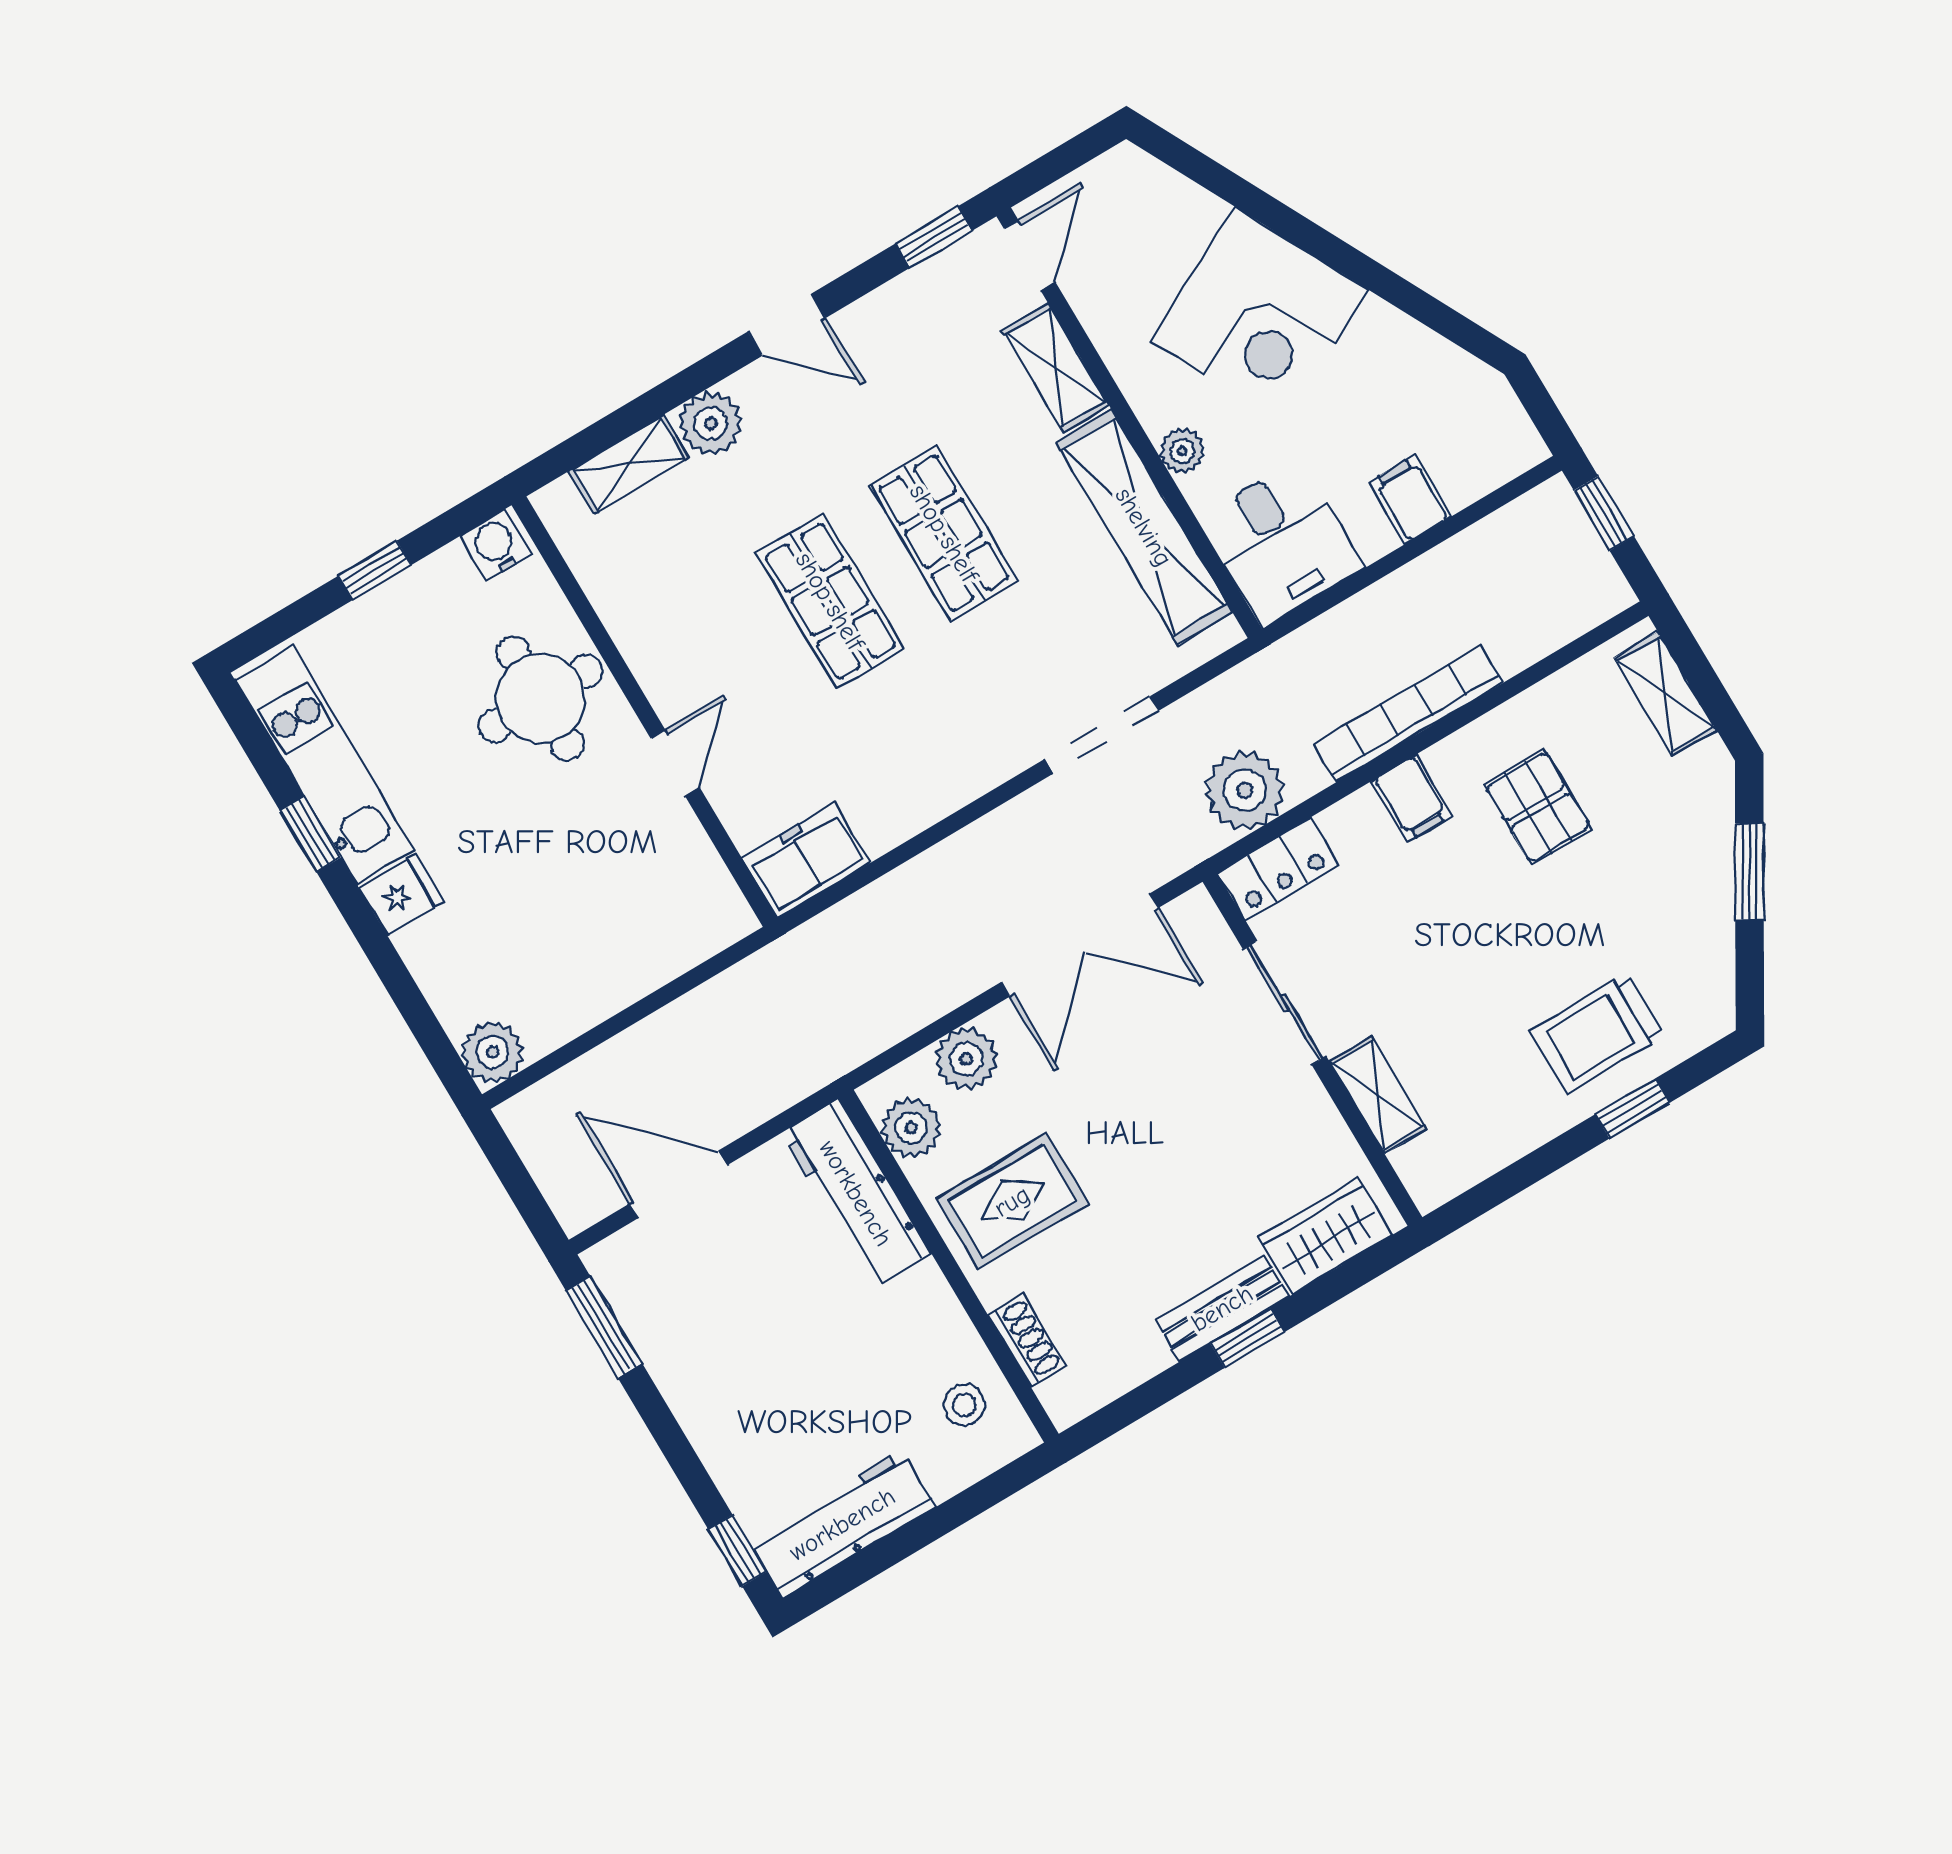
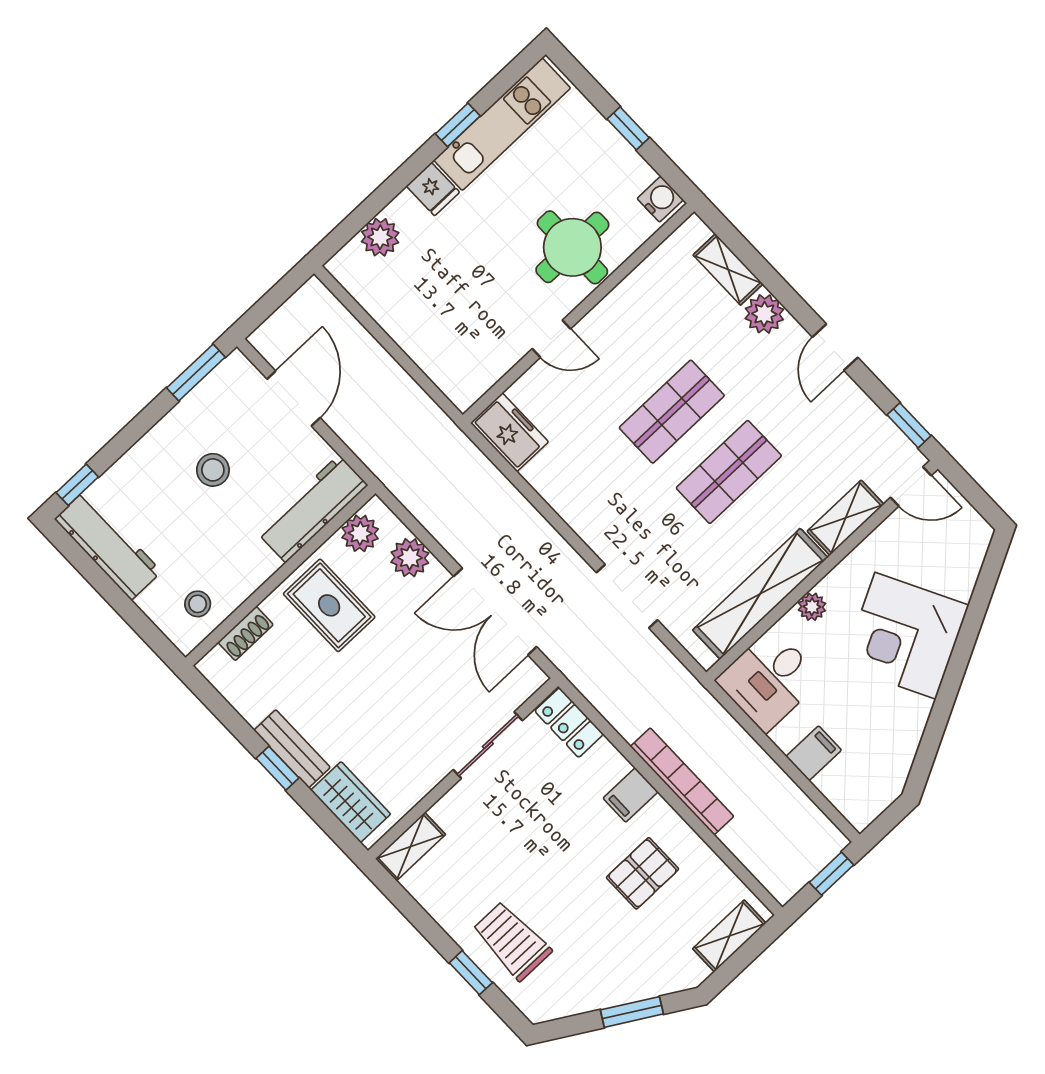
plant: (1245, 790) -> (613, 692), removed
plant: (493, 1052) -> (380, 237), moved
shelving: (1378, 1095) -> (410, 847), moved
stool: (761, 1335) -> (213, 470), added

